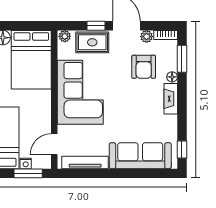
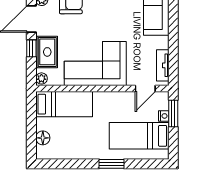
bed: (31, 60) -> (64, 104), width x0.67
door: (54, 144) -> (145, 88), hinge flipped
tv unit: (85, 162) -> (163, 65), width x0.71

